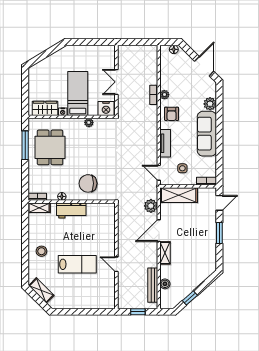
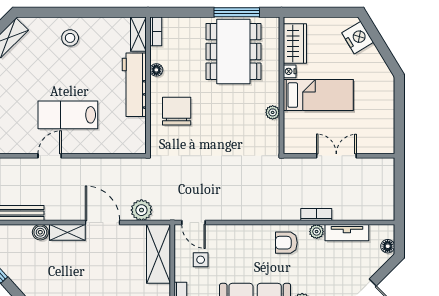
nightstand: (106, 109) -> (358, 38), moved, turned 149
tv unit: (165, 143) -> (347, 233), moved
dining table: (50, 147) -> (233, 51), width x1.38
door: (159, 173) -> (193, 223), swing flipped
workbench: (71, 210) -> (134, 85), width x1.38
lab bench: (77, 264) -> (68, 115), moved, turned 90
boiler: (165, 284) -> (40, 232), moved

